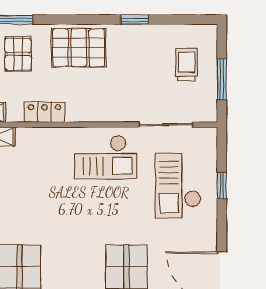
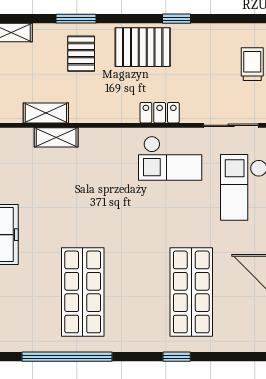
window: (135, 20) -> (176, 19), moved
locker: (45, 112) -> (160, 113), moved

